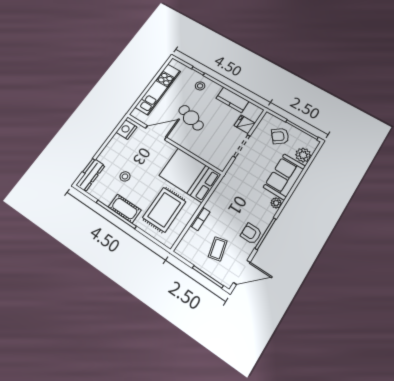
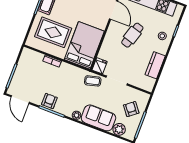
fridge: (245, 124) -> (100, 66), moved
coffee table: (218, 249) -> (93, 81), moved

